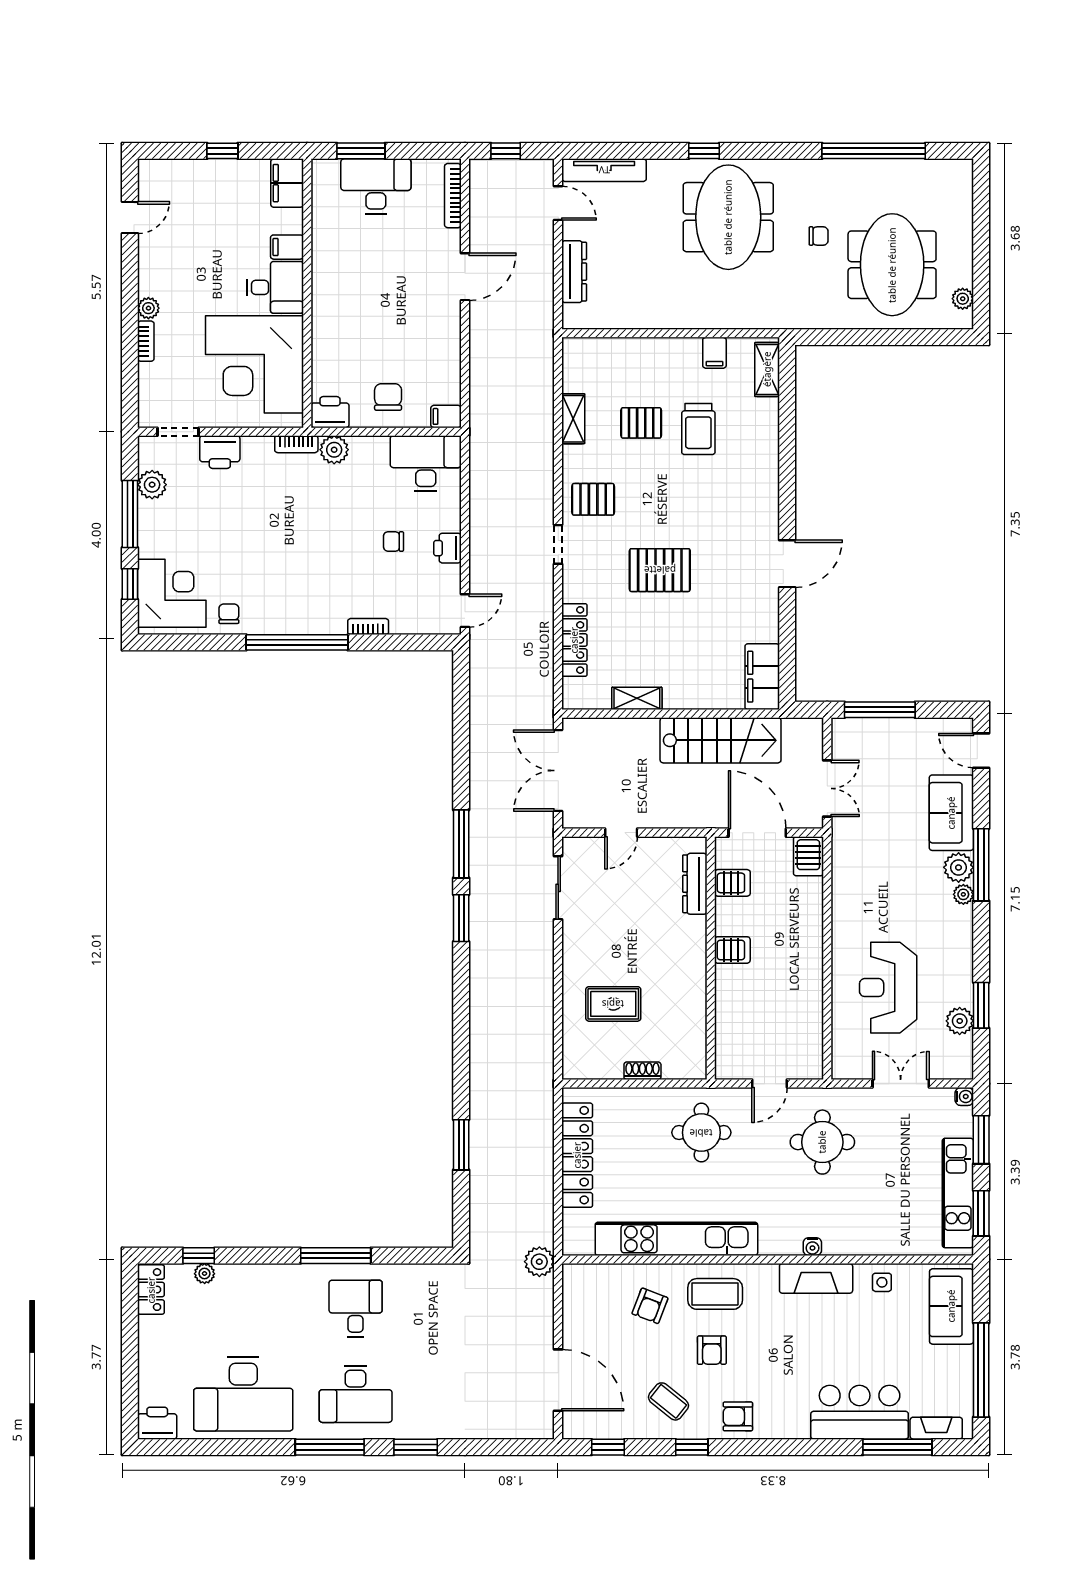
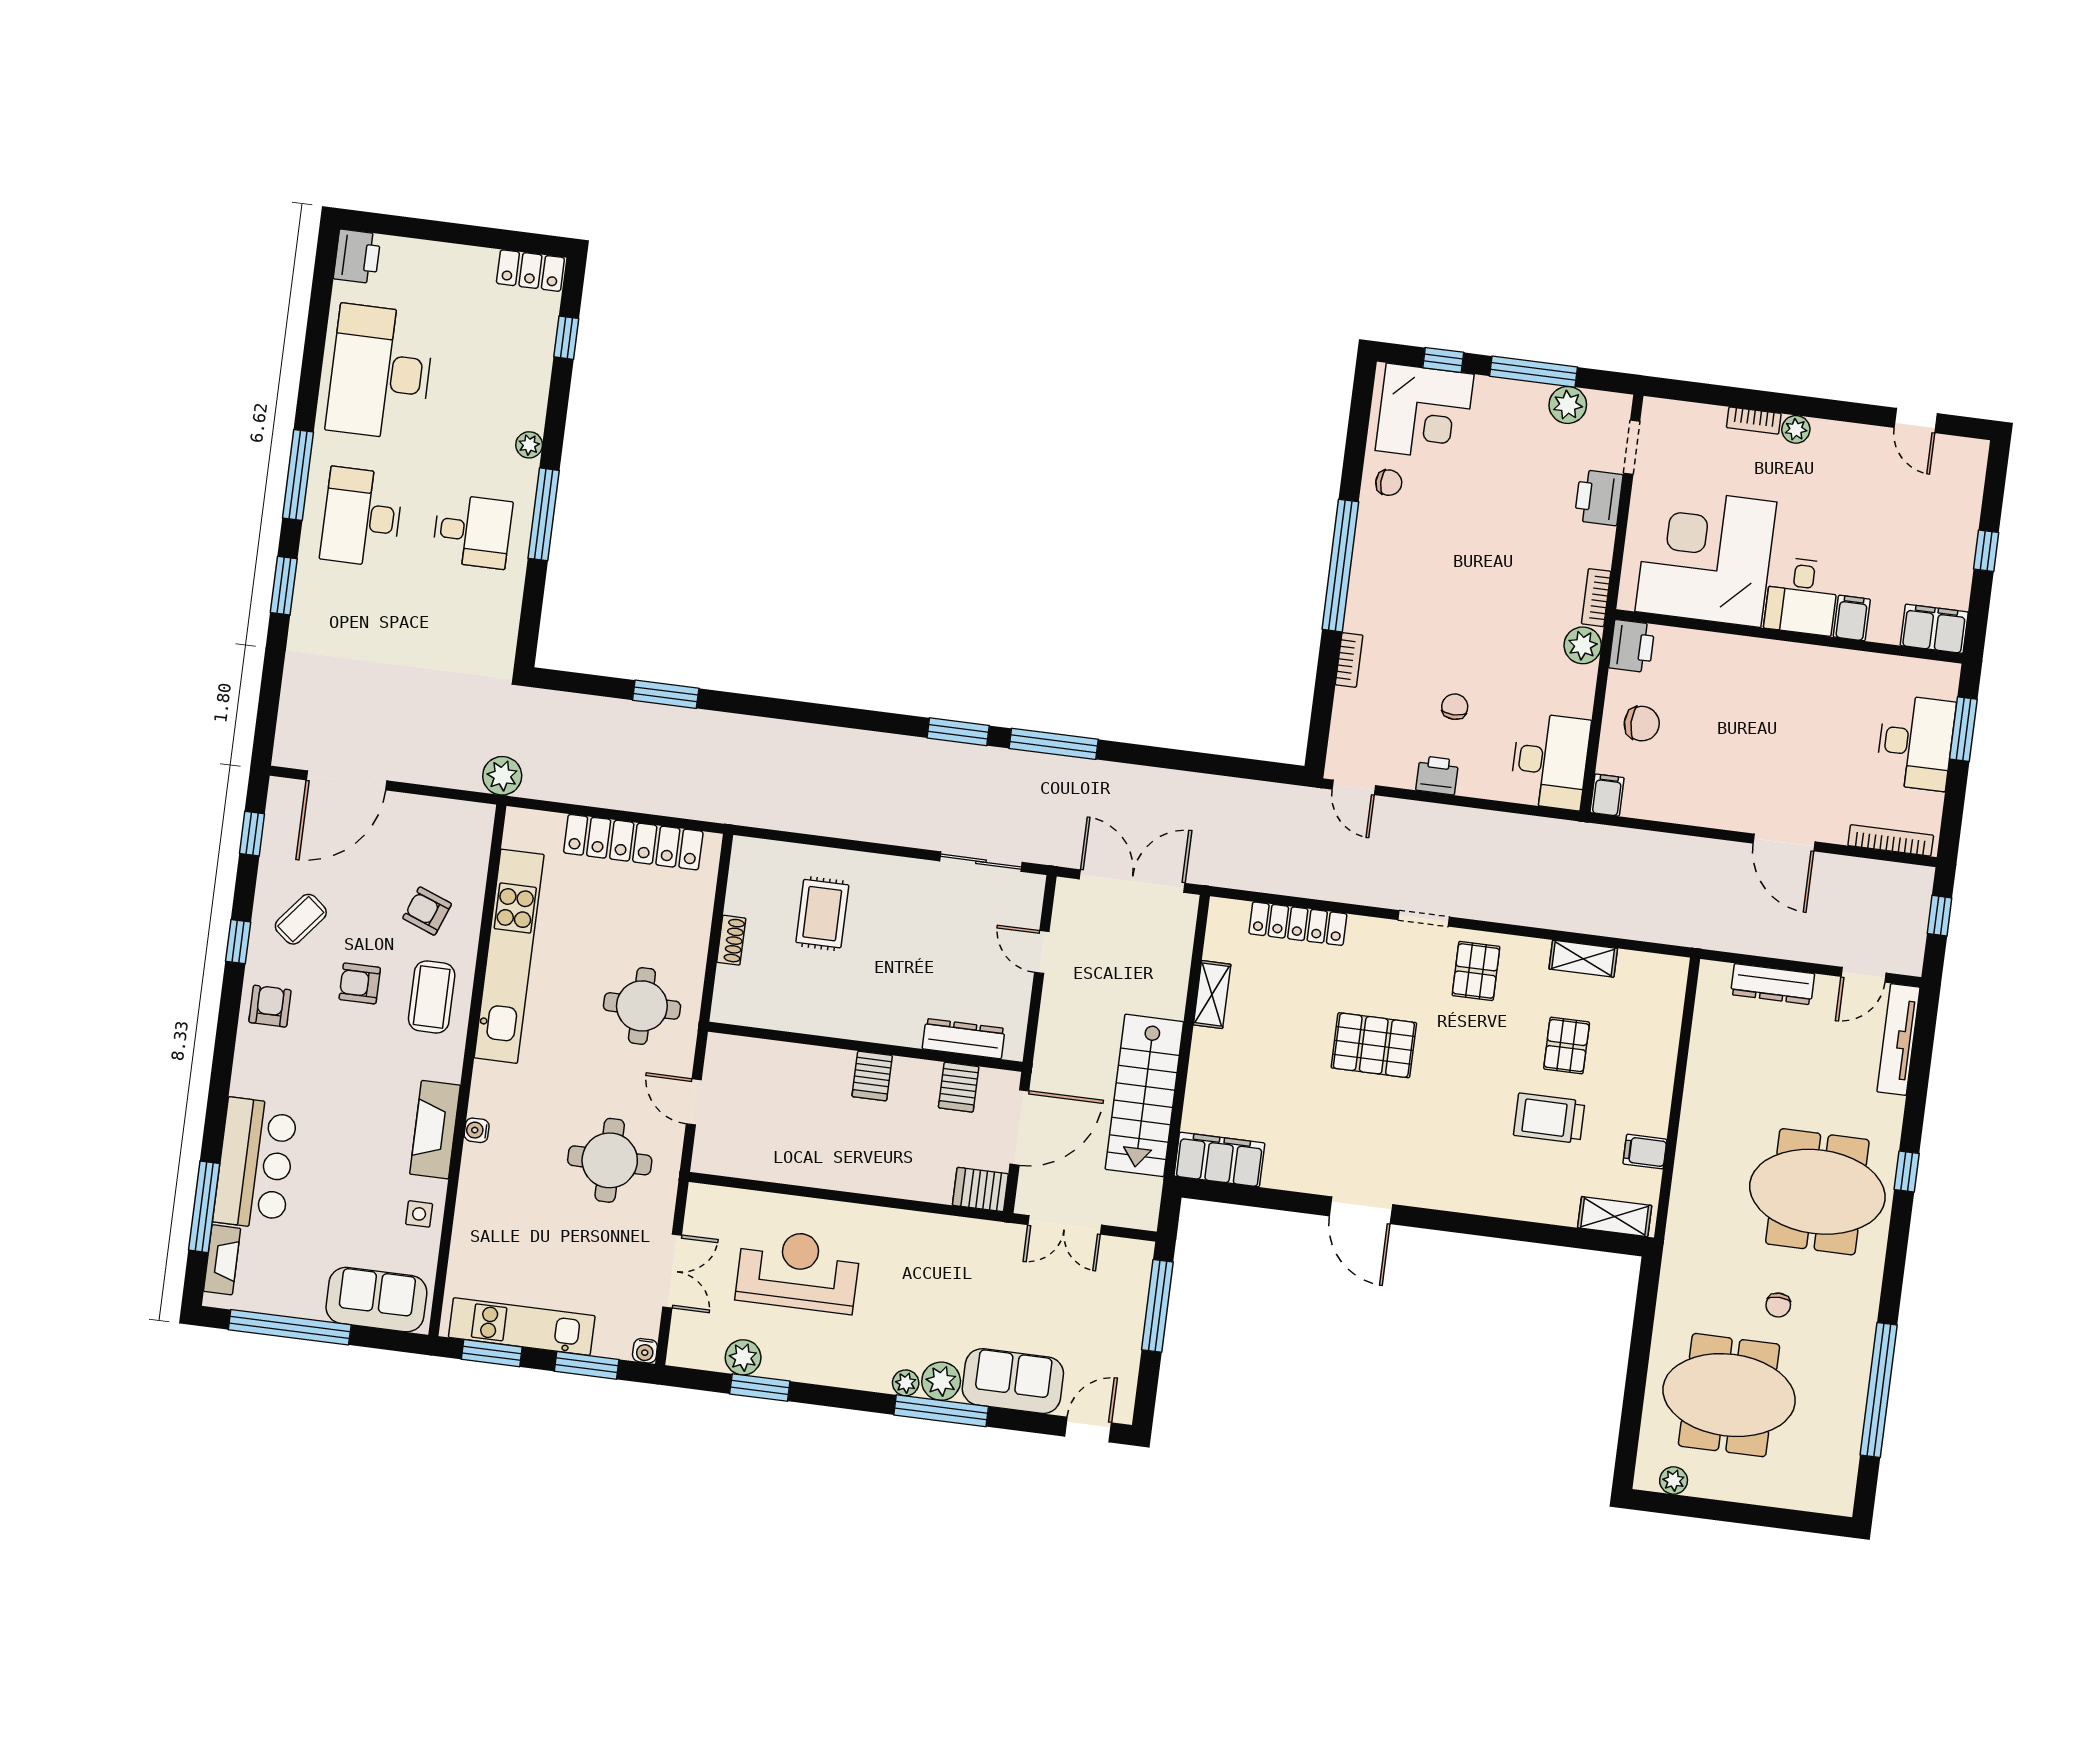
pallet: (660, 570) -> (1374, 1045), turned 90
plant: (205, 1274) -> (529, 445), moved

